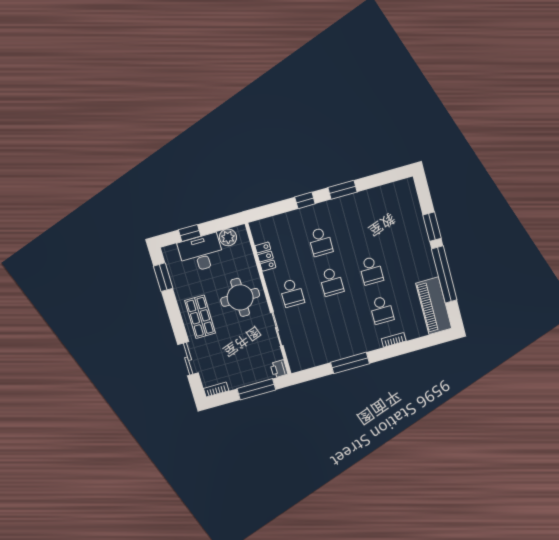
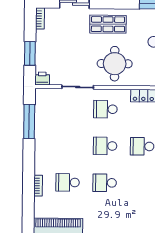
window: (350, 363) -> (29, 121), moved
window: (256, 389) -> (30, 53), width x0.69

